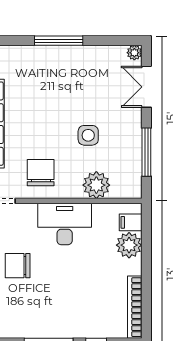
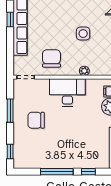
plant: (96, 185) -> (84, 71), width x0.53, depth x0.53

